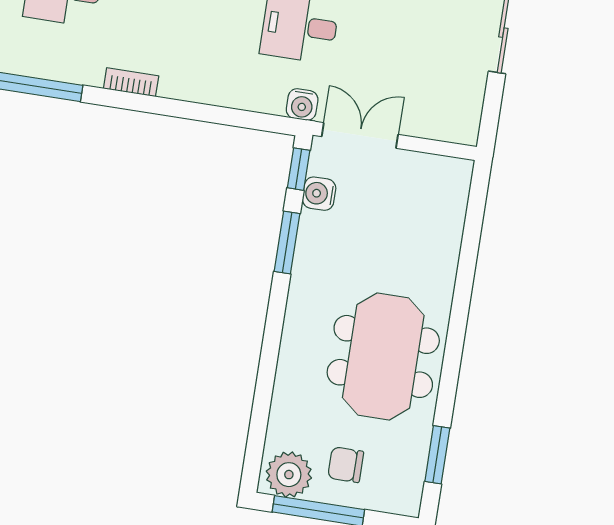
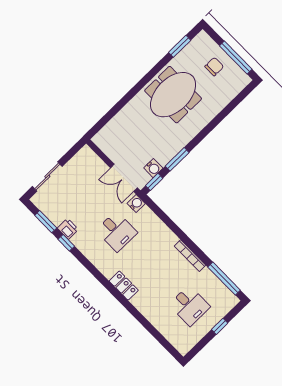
bookcase: (131, 82) -> (190, 256), width x1.56
chair: (346, 465) -> (214, 67), turned -90
plant: (289, 475) -> (237, 78), removed

